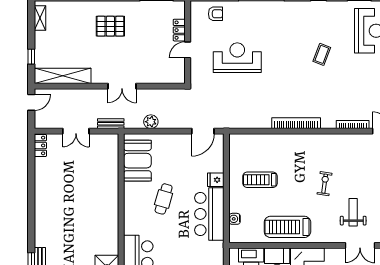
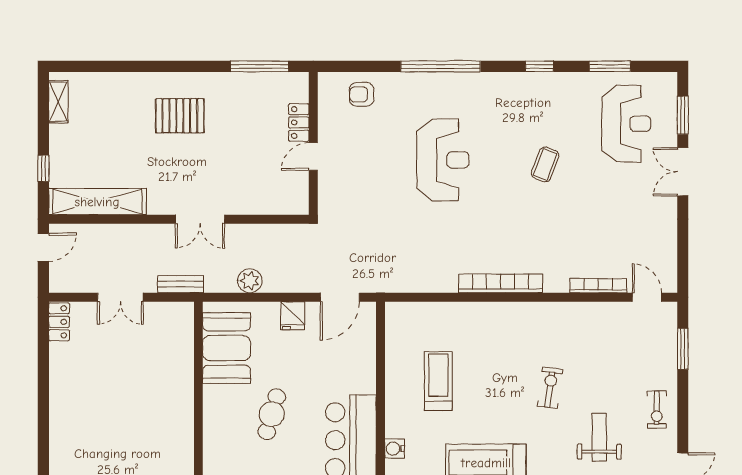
armchair: (216, 14) -> (362, 94), turned 180
reception desk: (237, 58) -> (443, 160), moved, turned 90
fridge: (216, 180) -> (293, 316), moved, turned -90
treadmill: (260, 180) -> (438, 381), turned 90

